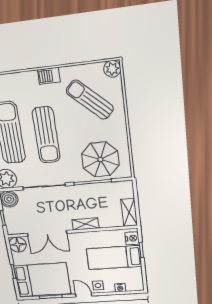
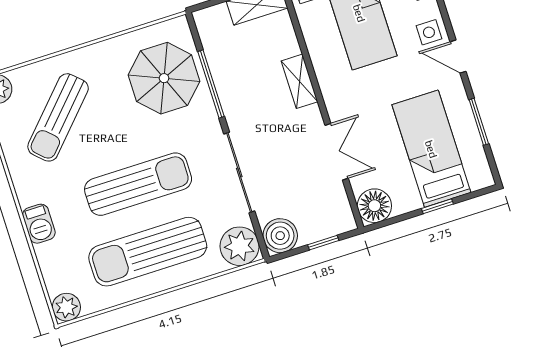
barbecue: (49, 76) -> (39, 224), moved
double door: (47, 233) -> (337, 152), width x0.73
bed: (42, 280) -> (431, 149), width x0.67
door: (84, 295) -> (458, 57), hinge flipped

